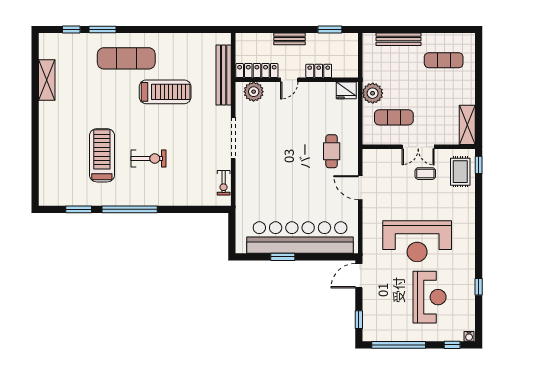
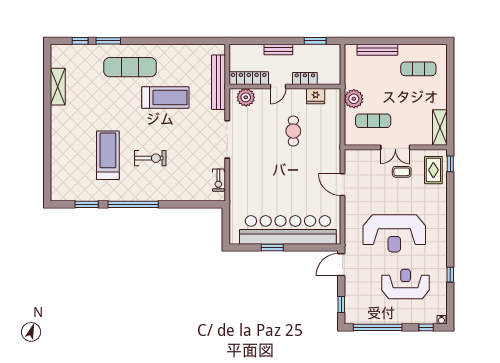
fridge: (346, 90) -> (316, 96), moved
cafe table: (332, 151) -> (293, 131), moved
reception desk: (430, 297) -> (406, 284), turned -90

